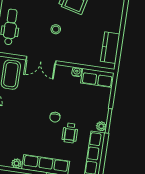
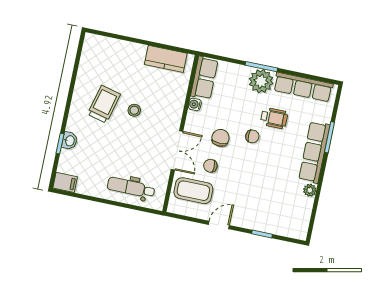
stool: (56, 29) -> (134, 110), moved
chair: (31, 86) -> (210, 166), added
chair: (52, 93) -> (220, 138), added
plant: (101, 126) -> (261, 81), width x1.88, depth x1.88

